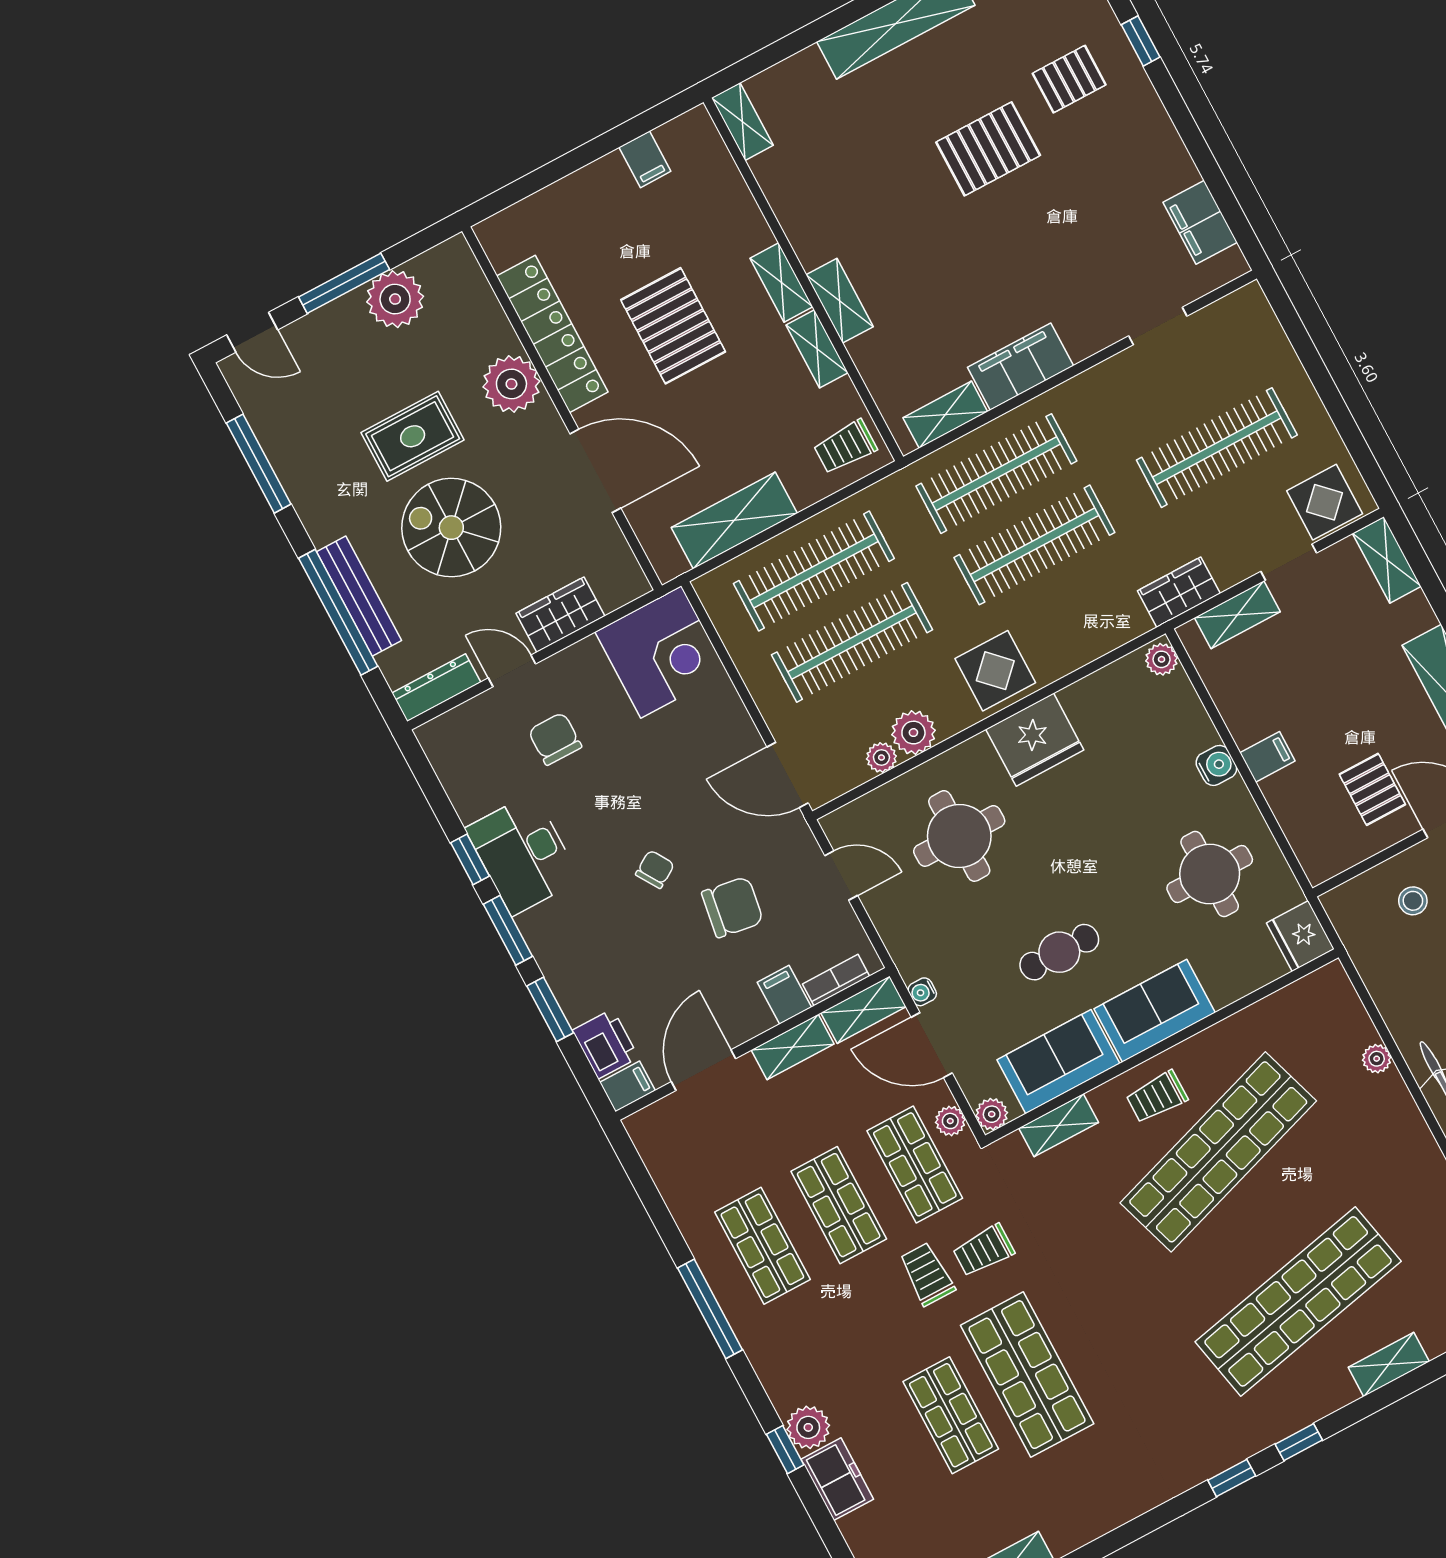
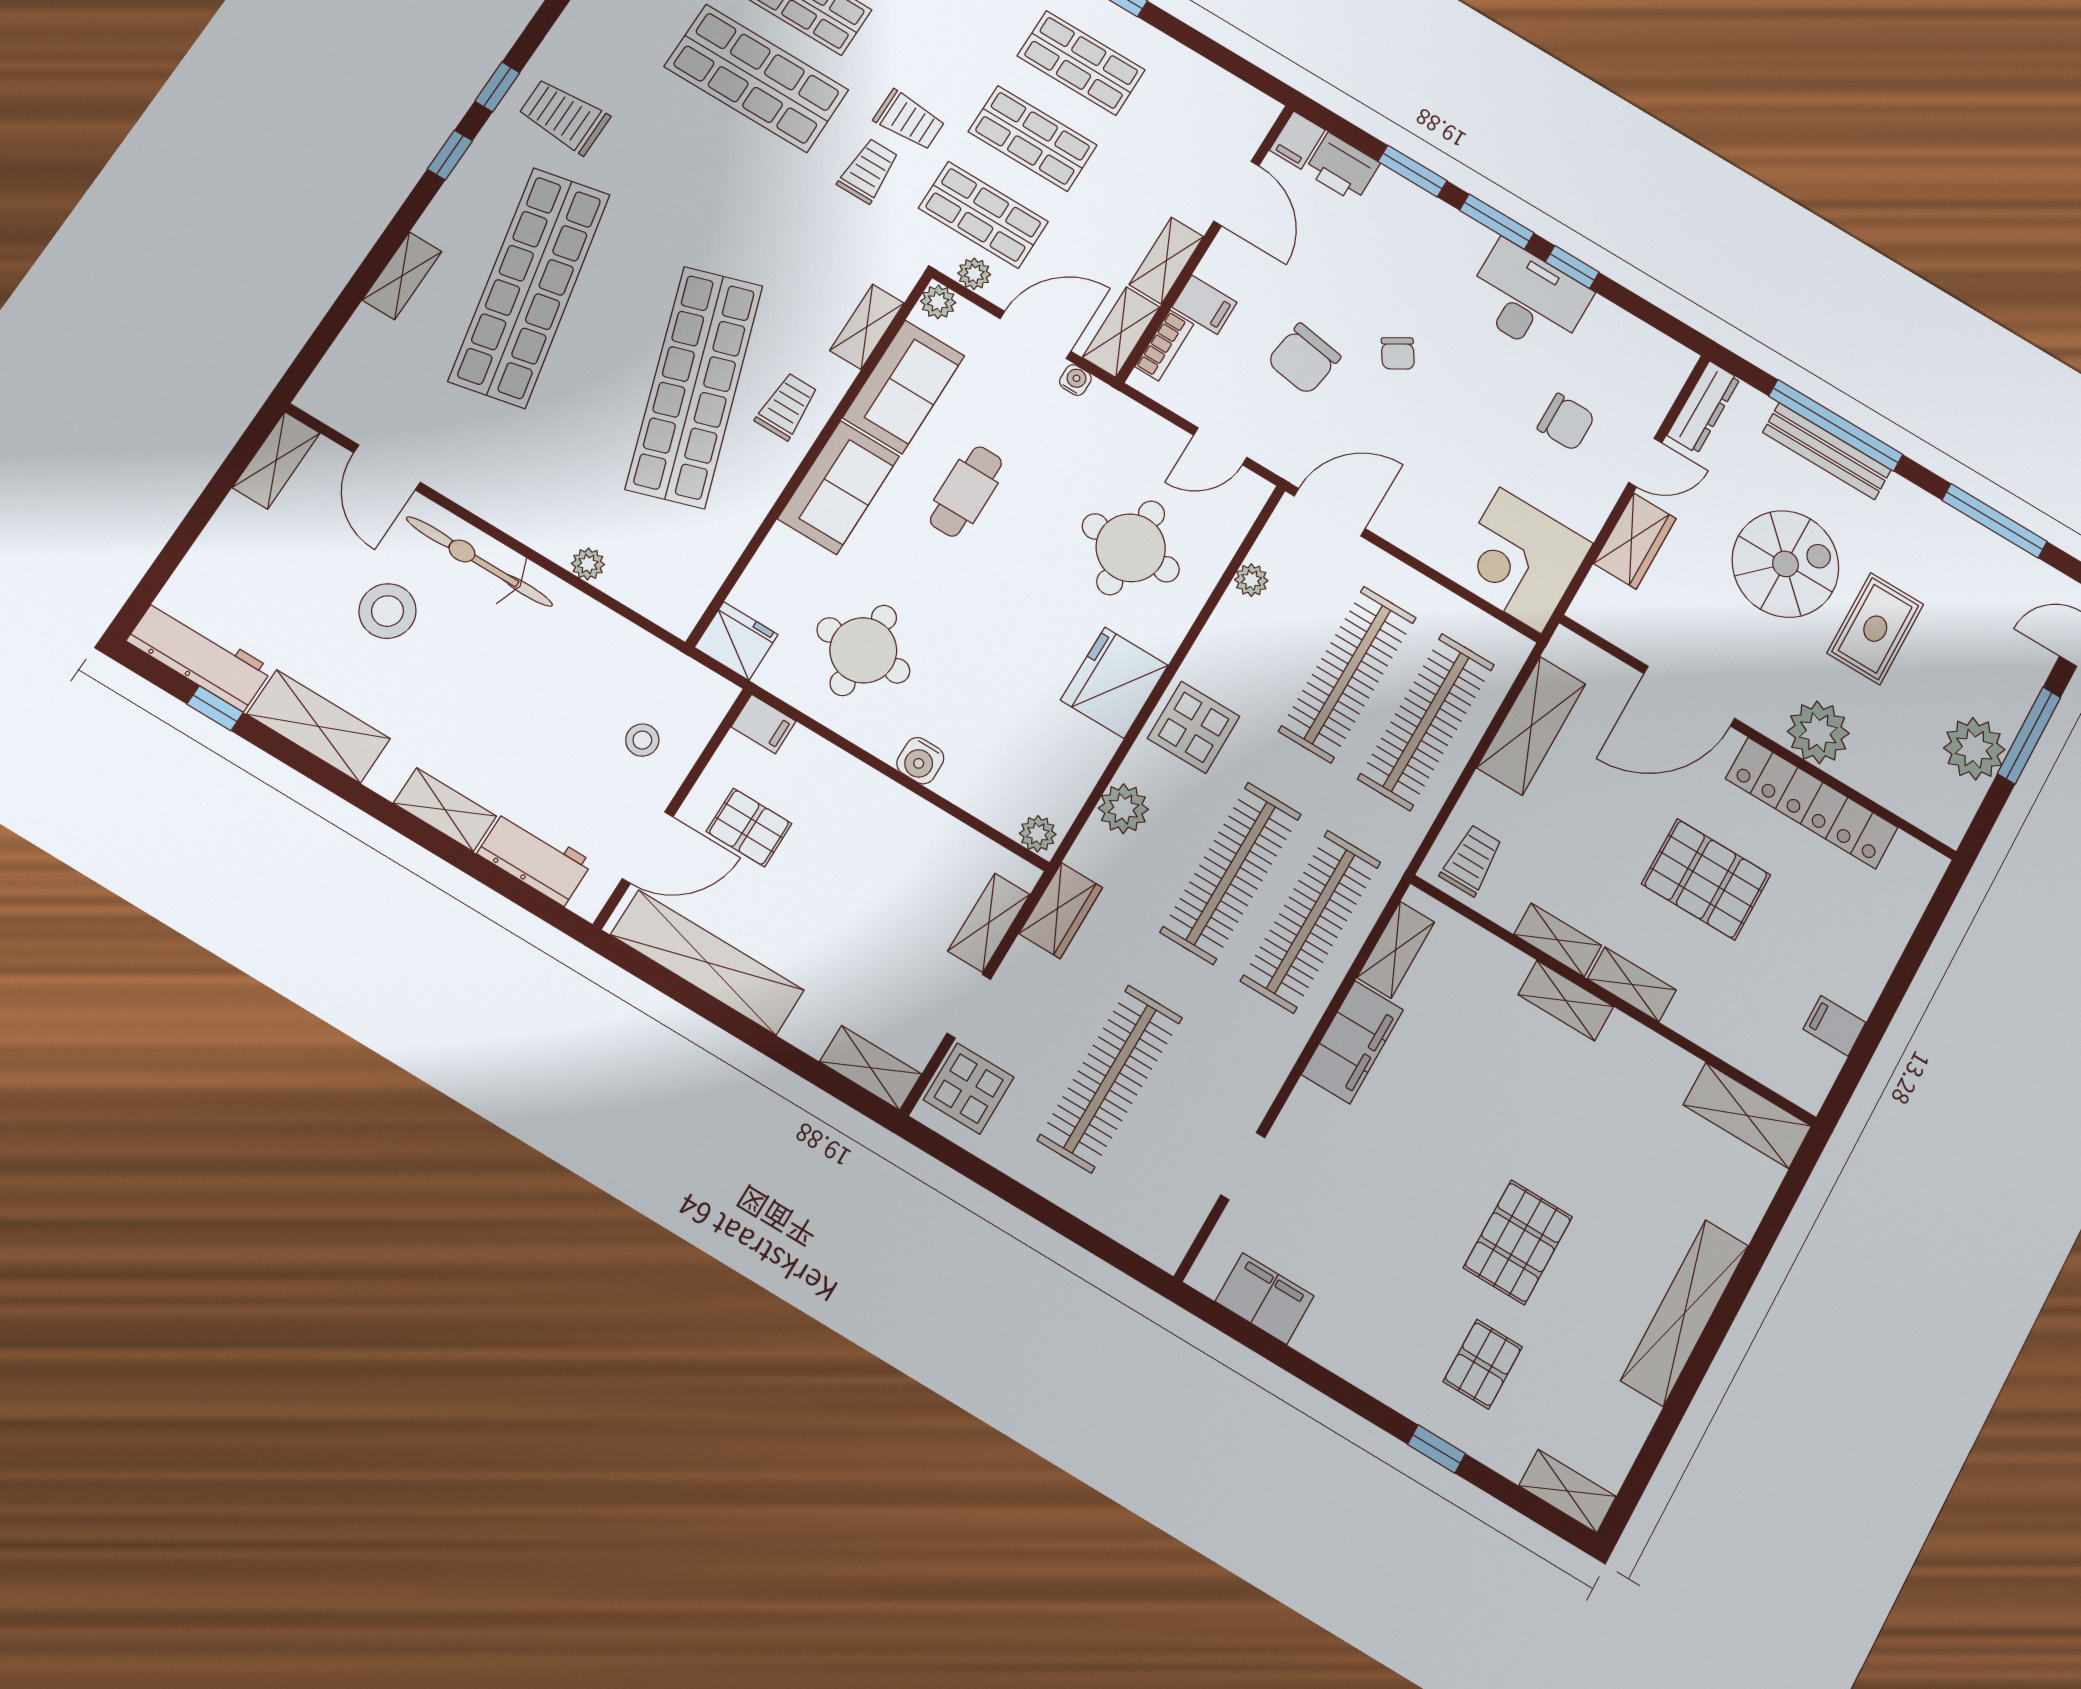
shelving: (742, 122) -> (1747, 1115), width x1.50, depth x1.33
plant: (913, 733) -> (1123, 809), moved
filing cabinet: (1267, 757) -> (764, 724), moved, turned -90
trolley: (1194, 1426) -> (564, 116), added

